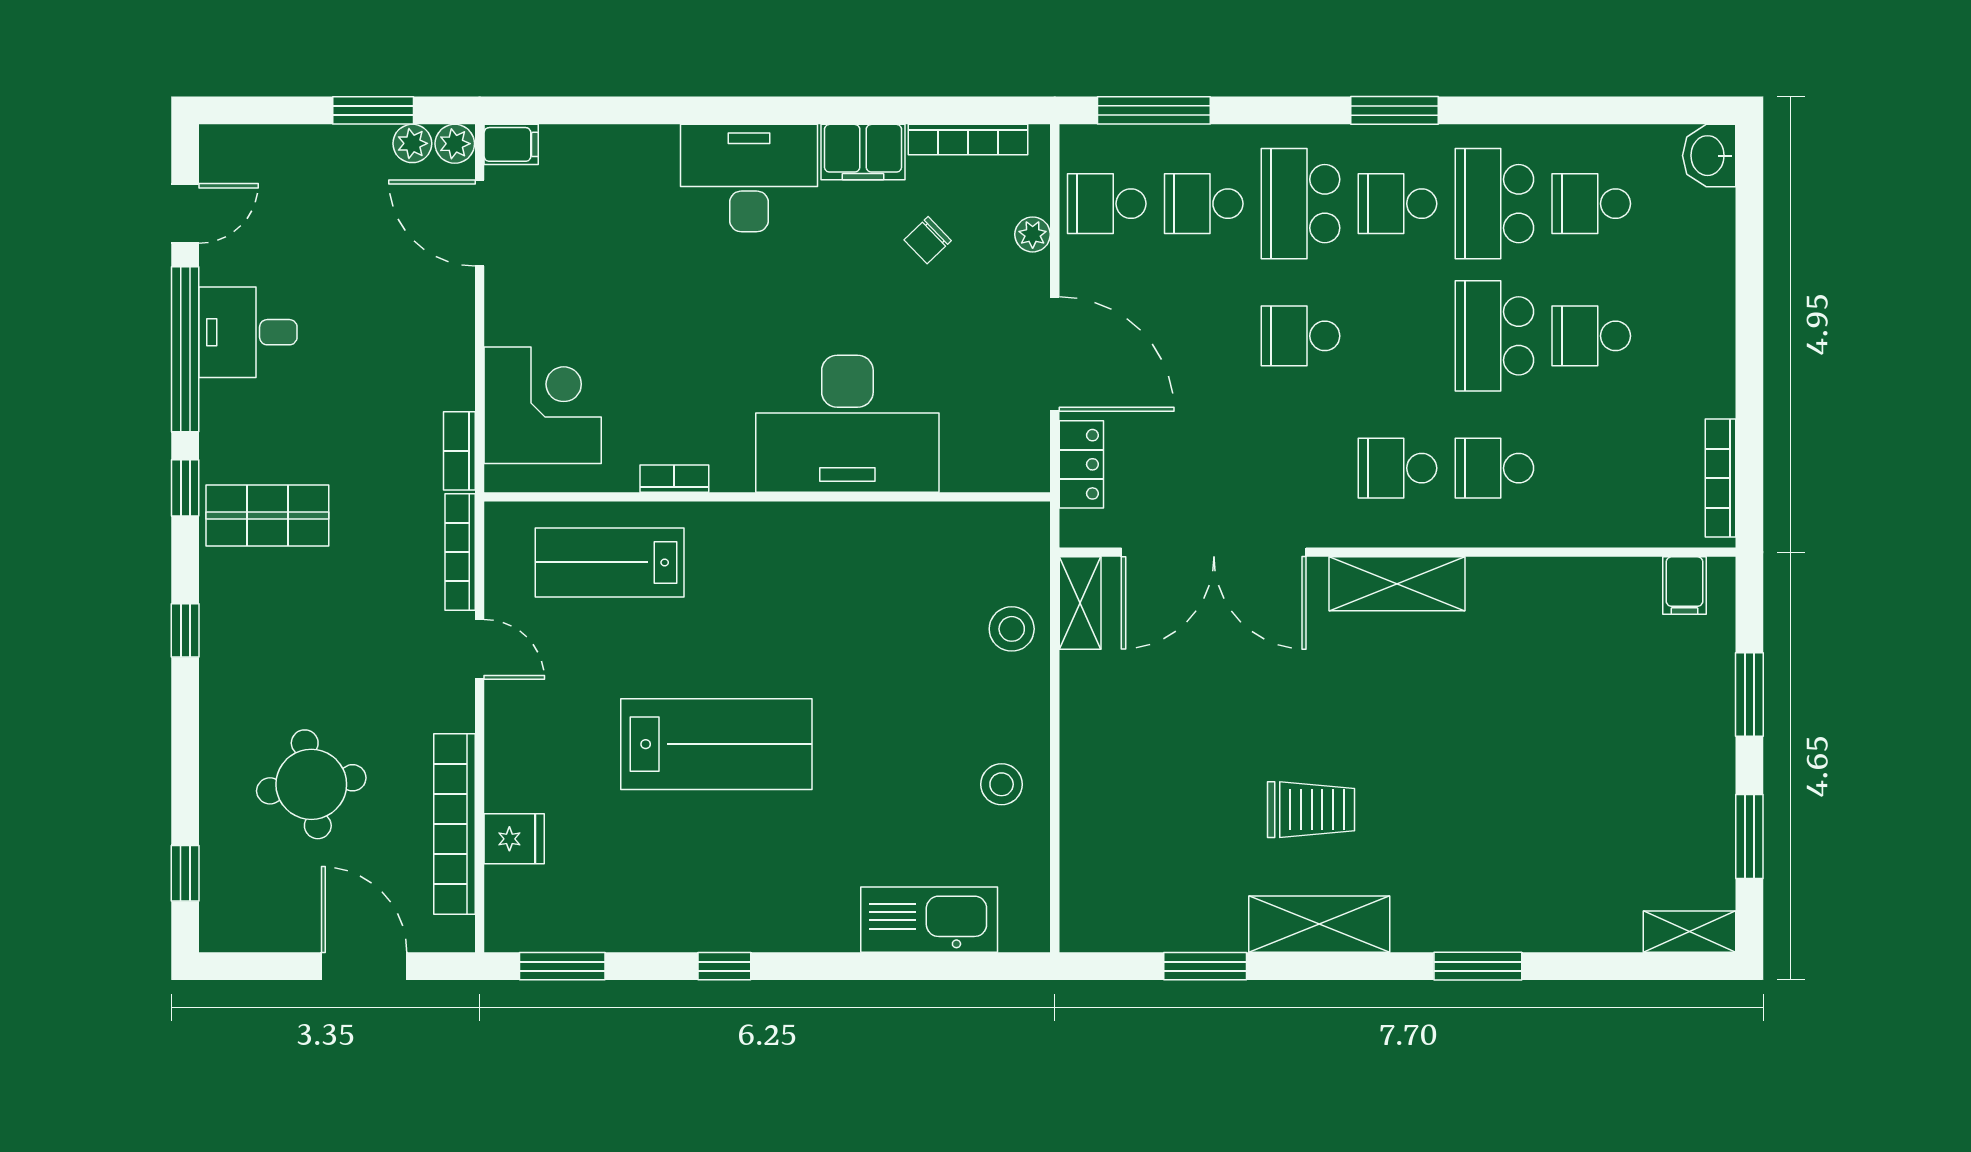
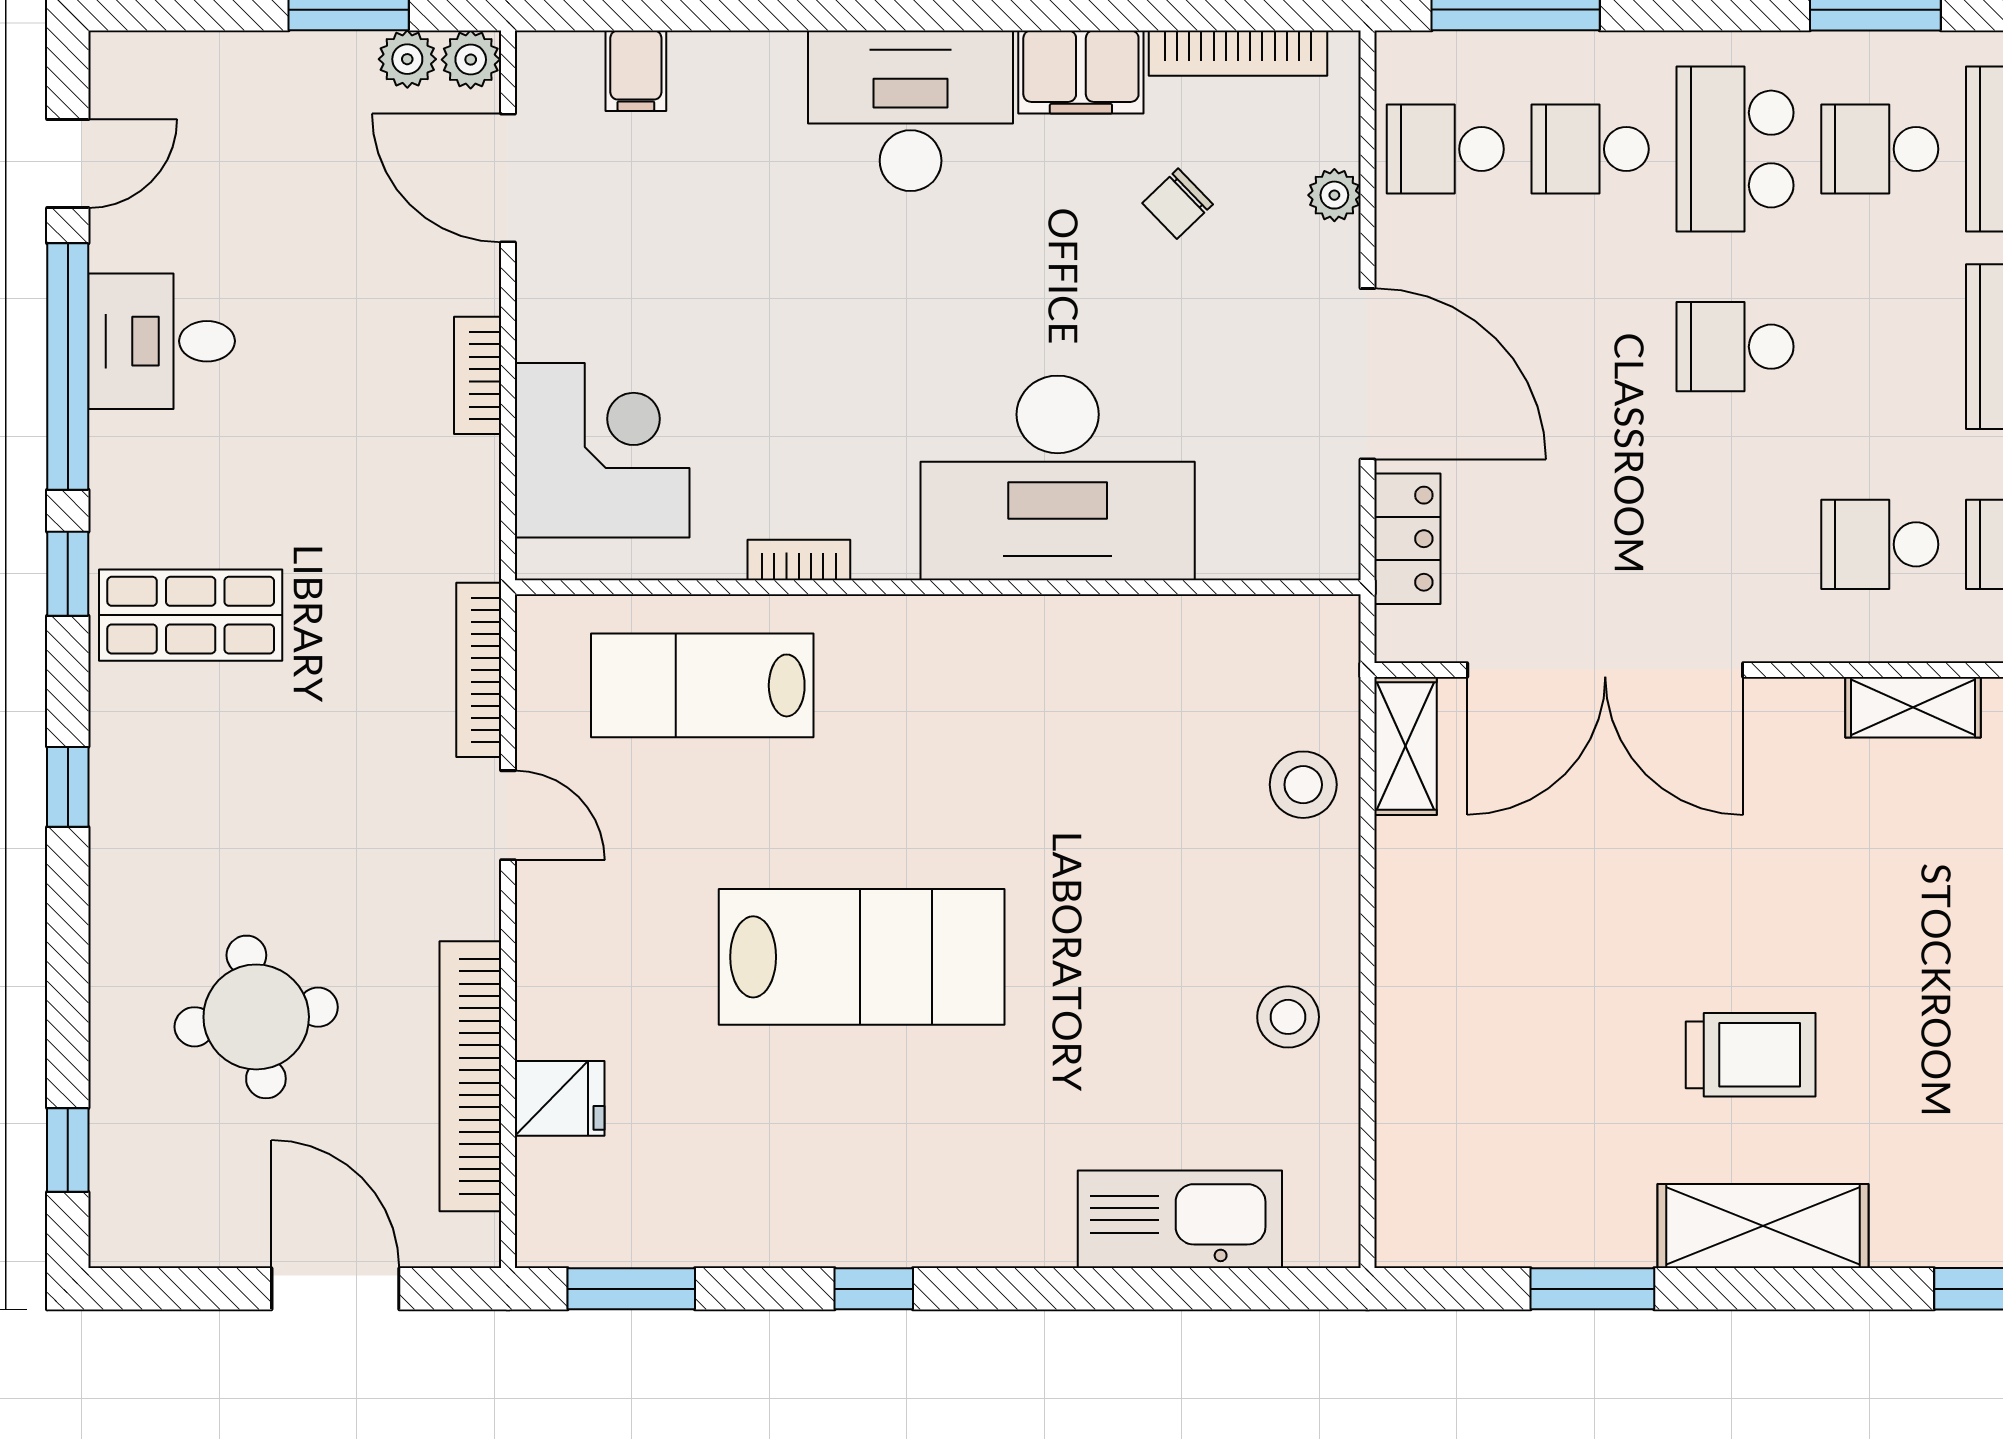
filing cabinet: (511, 144) -> (636, 71), moved, turned 90
bookcase: (459, 451) -> (478, 375), moved
shelving: (1397, 584) -> (1913, 707), width x0.67, depth x0.75

